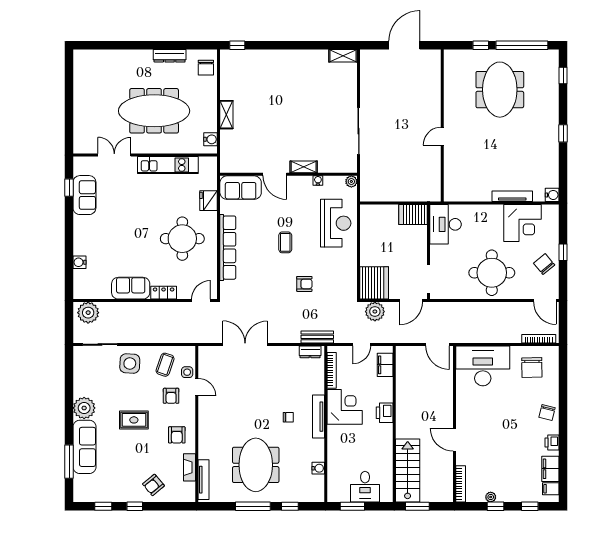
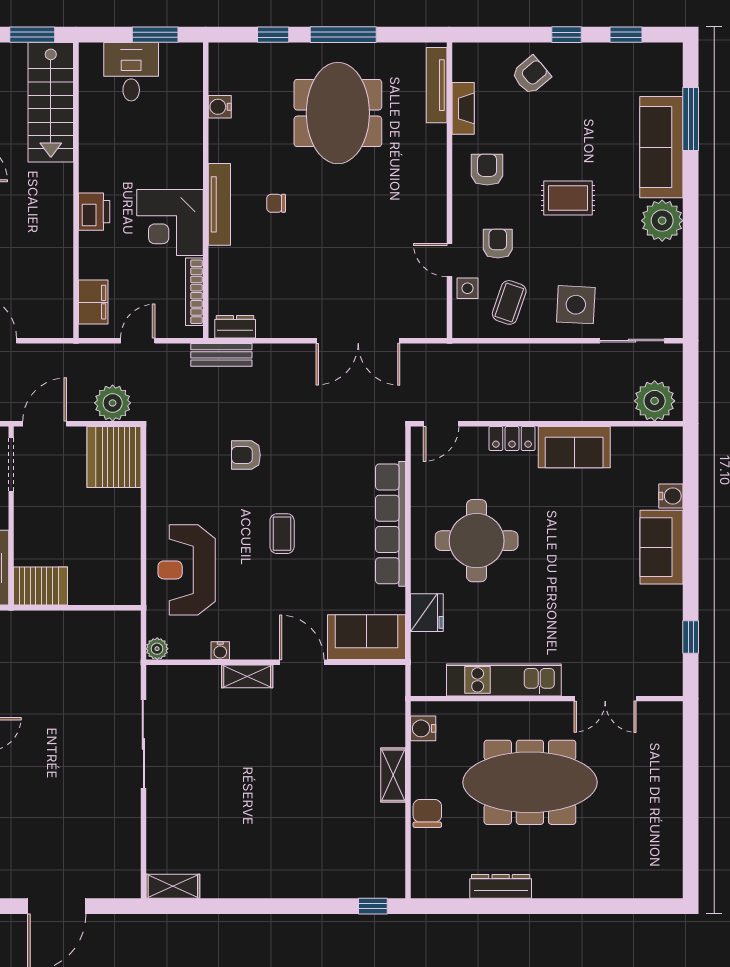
chair: (206, 68) -> (427, 813), moved
sofa: (84, 195) -> (661, 547), moved

